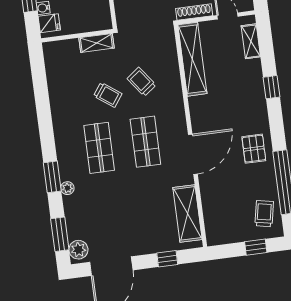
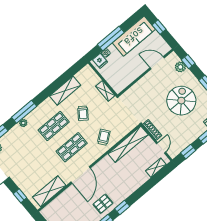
trolley: (142, 82) -> (104, 137), moved
window: (271, 87) -> (122, 207), moved
shelving: (60, 100) -> (65, 91), added
door: (193, 154) -> (81, 175), hinge flipped
window: (52, 177) -> (24, 112), width x1.44

